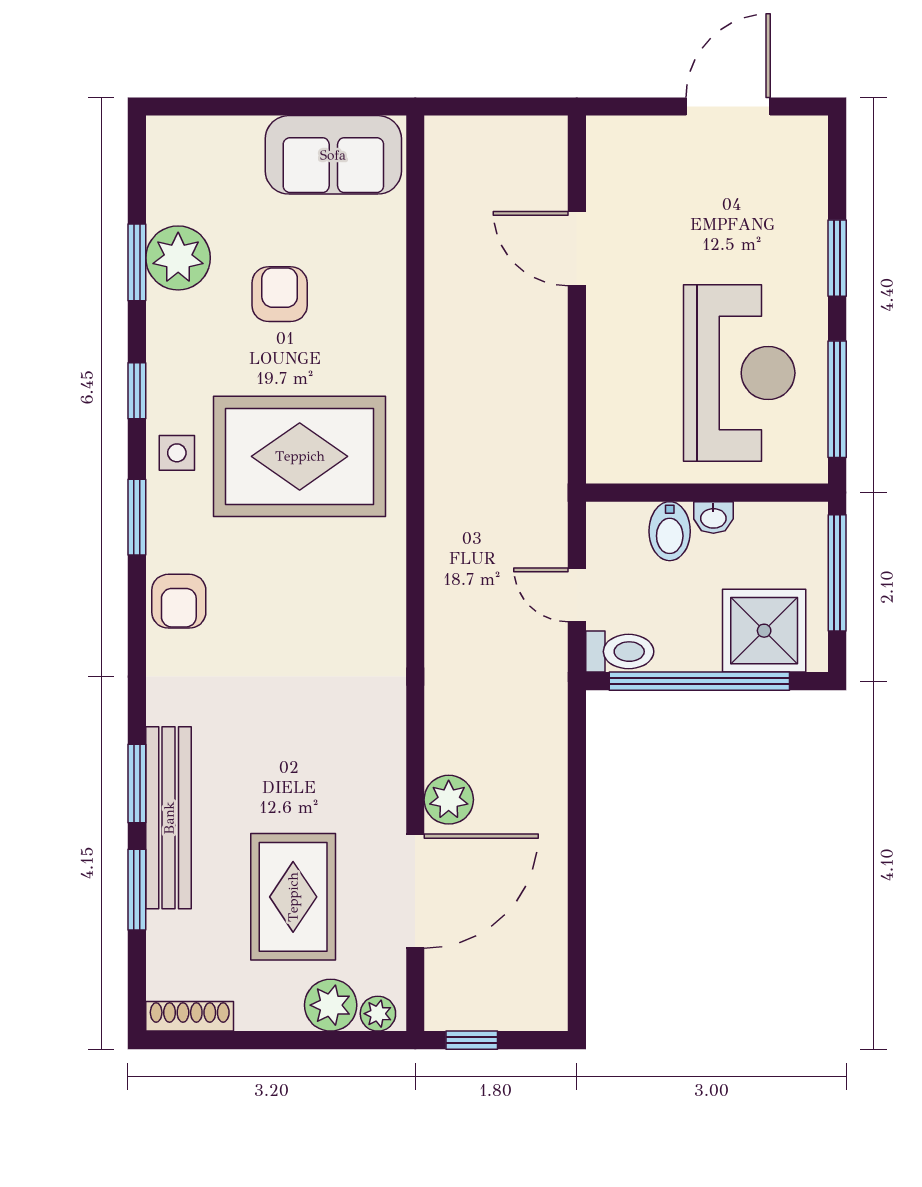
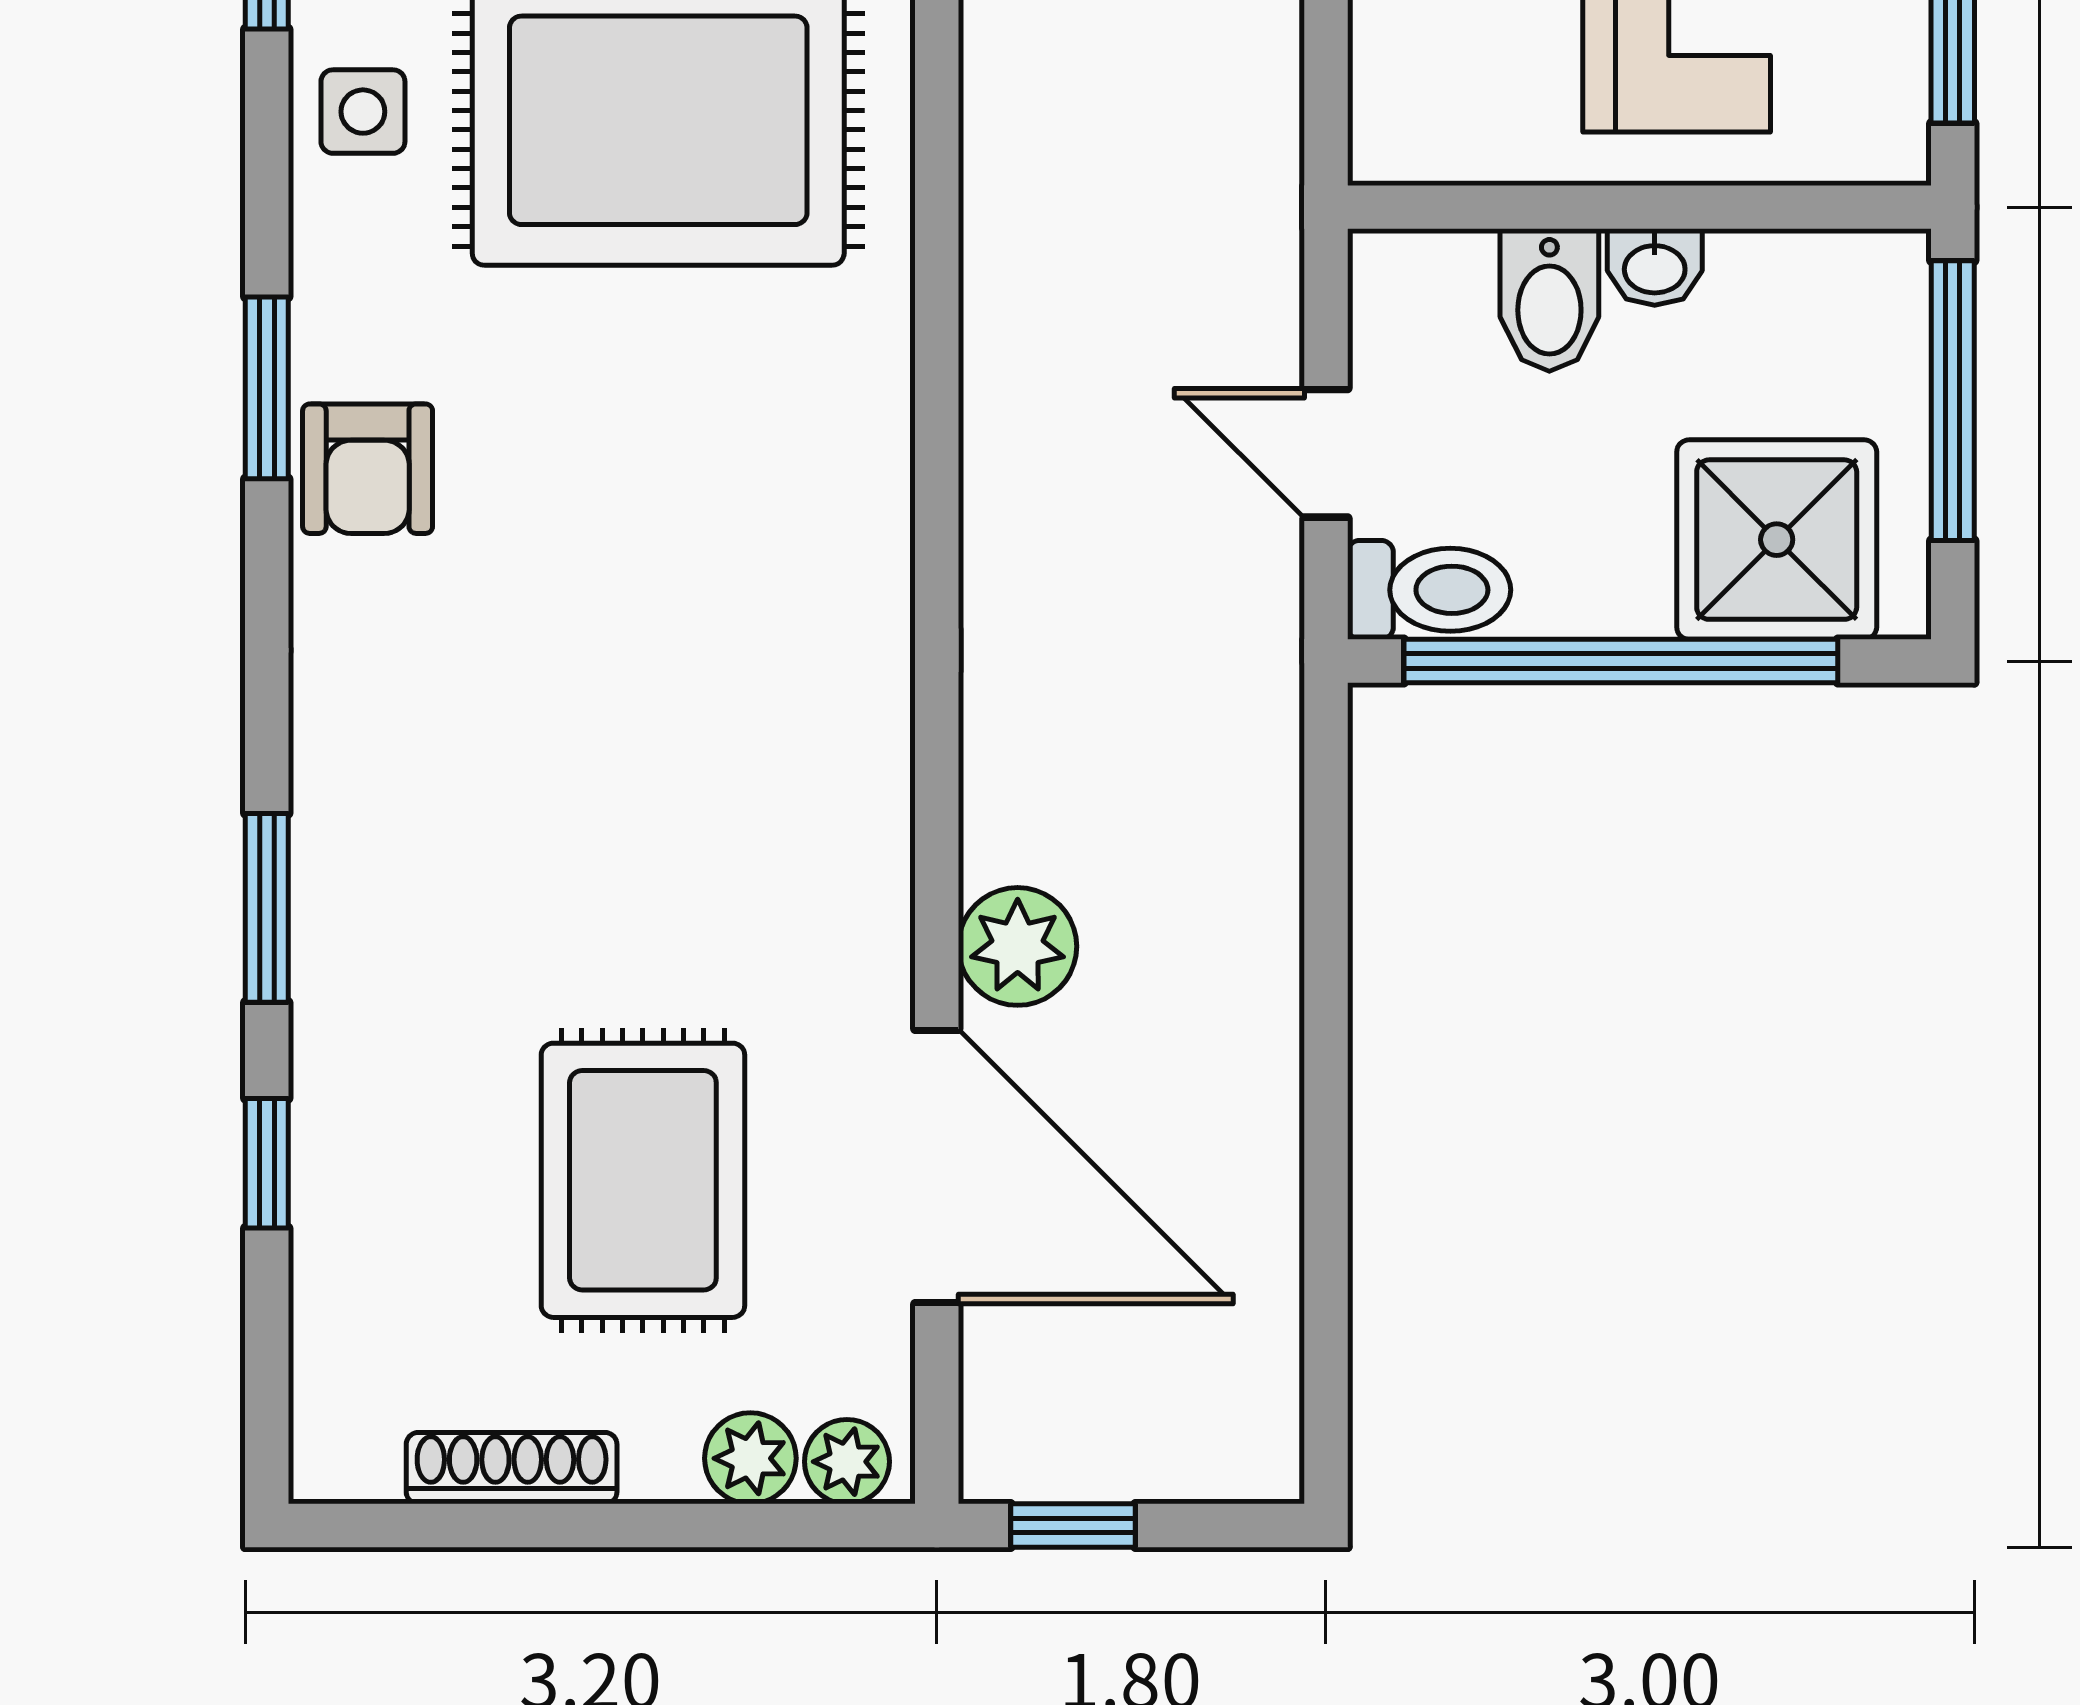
window: (137, 517) -> (267, 388), moved
bench: (169, 818) -> (343, 990), removed
window: (137, 890) -> (267, 1163), width x0.67
door: (415, 891) -> (937, 1167), hinge flipped
plant: (331, 1005) -> (750, 1458), width x0.73, depth x0.73
shoe rack: (190, 1016) -> (512, 1468), moved

